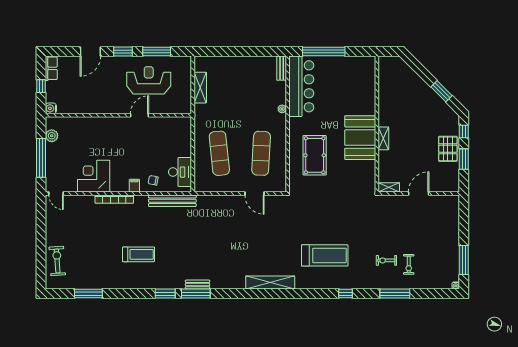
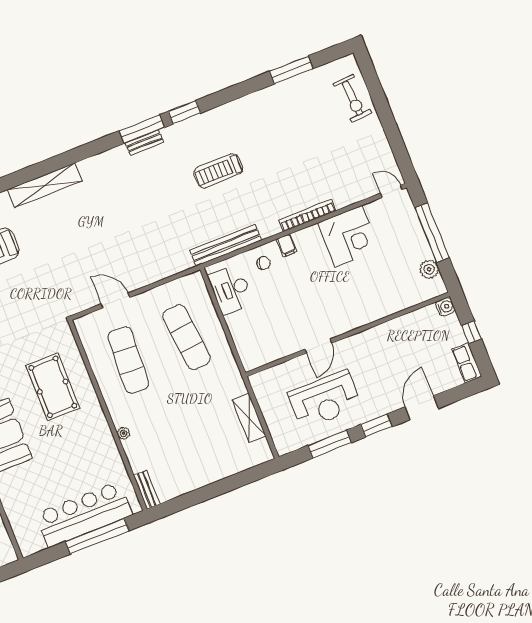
bar counter: (301, 86) -> (84, 514), moved, turned 90
treadmill: (139, 254) -> (218, 171), moved

